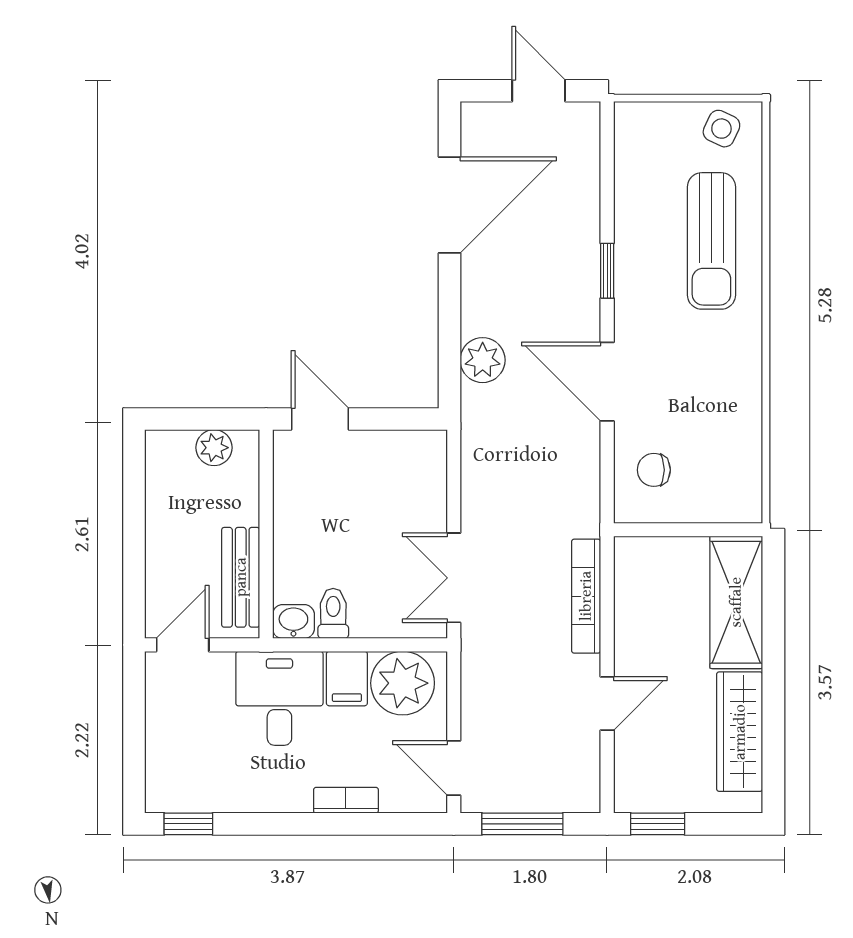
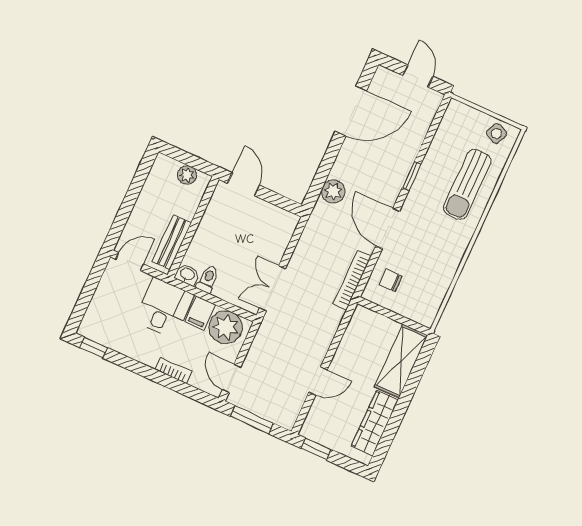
bookcase: (586, 596) -> (352, 280), moved

